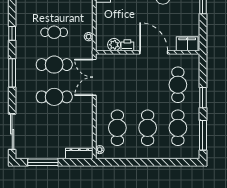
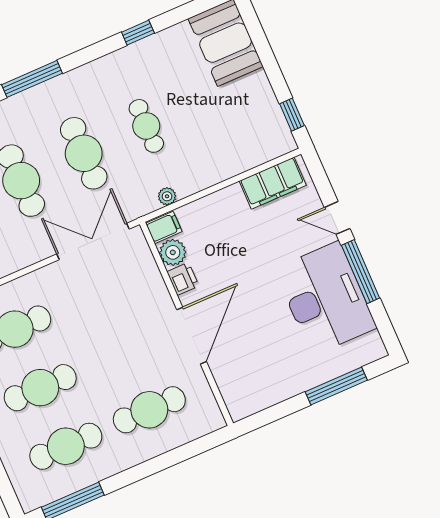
window: (12, 33) -> (138, 33), moved
filing cabinet: (187, 44) -> (164, 227), moved, width x0.50
window: (203, 98) -> (146, 469), removed

